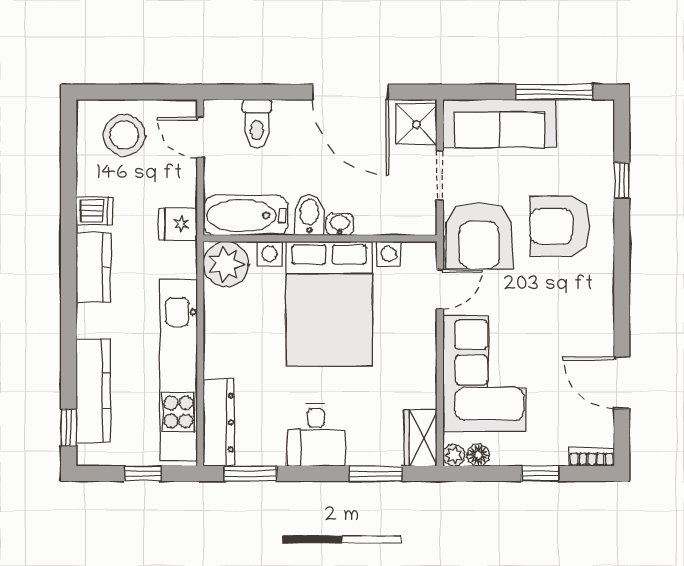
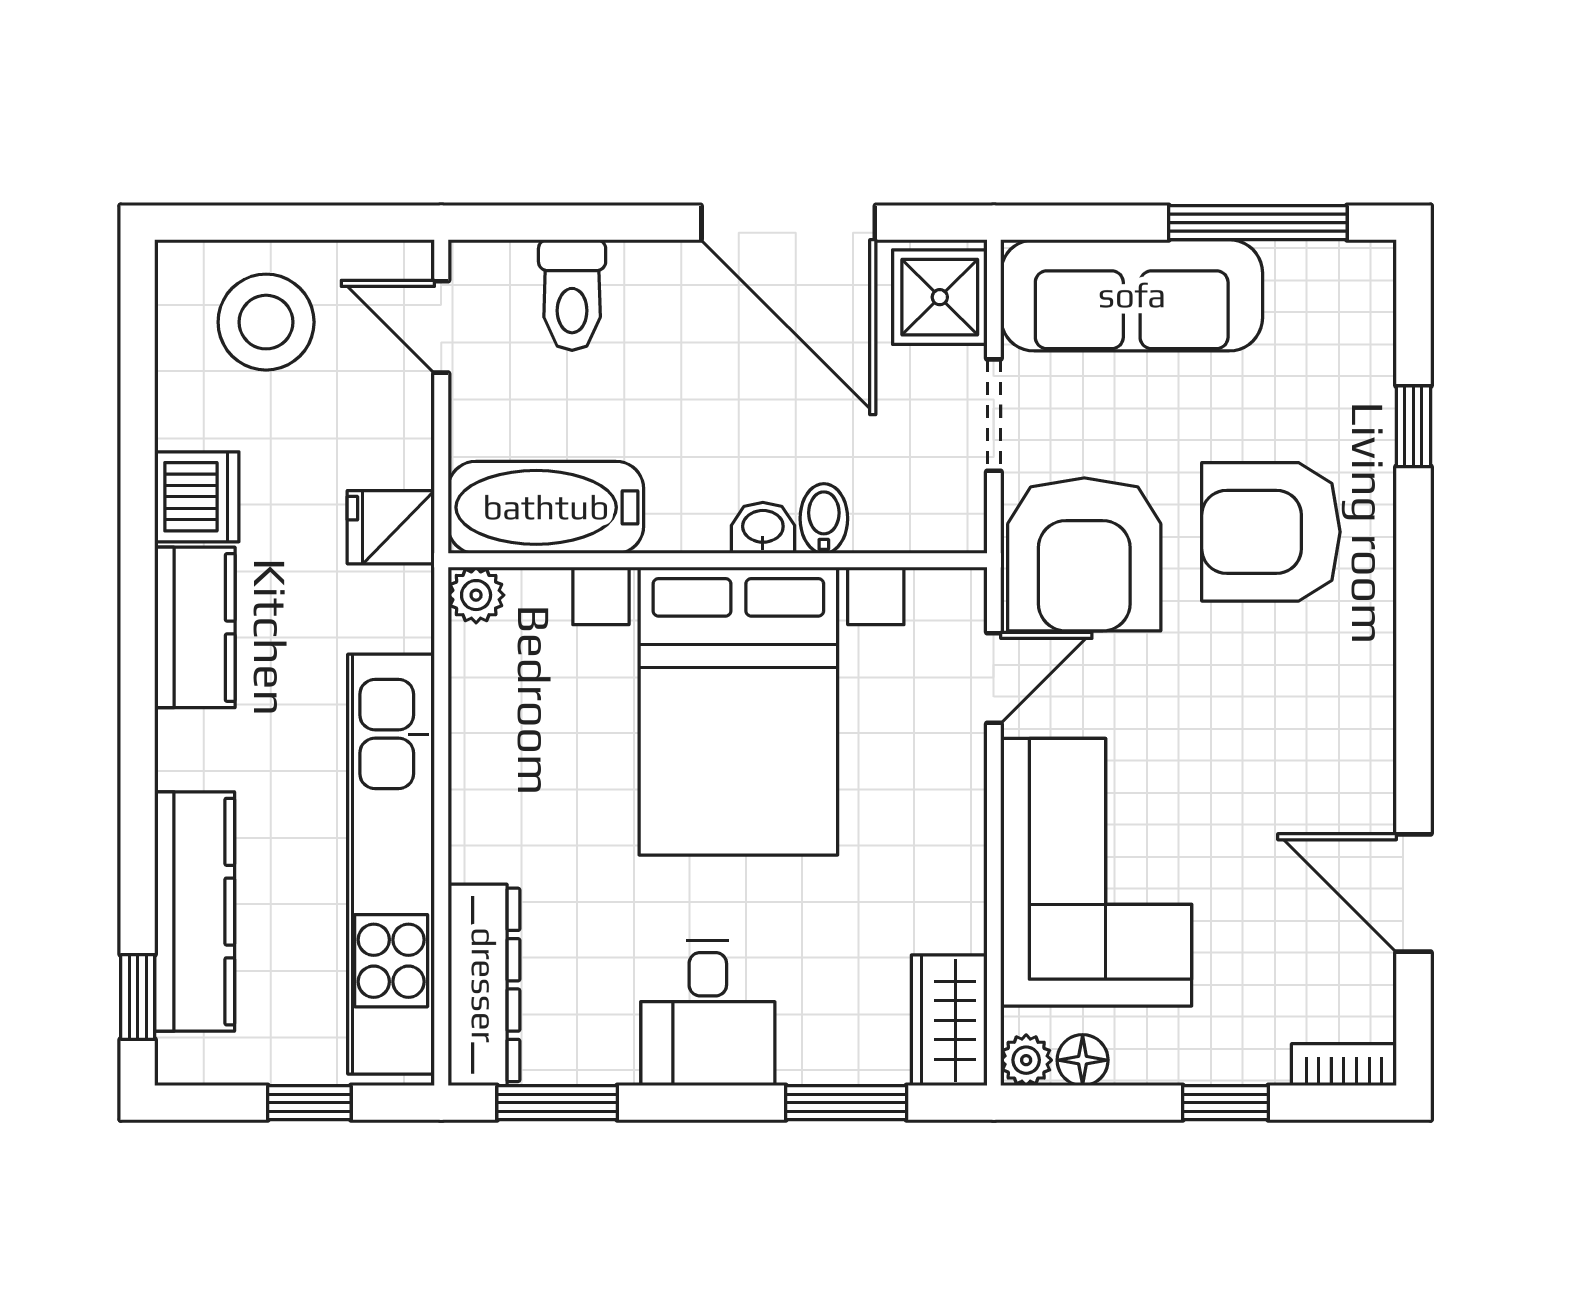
dishwasher: (94, 211) -> (197, 497), width x1.38
bidet: (309, 215) -> (824, 519), moved, width x0.72, depth x0.74
plant: (226, 264) -> (476, 595), width x0.53, depth x0.53

